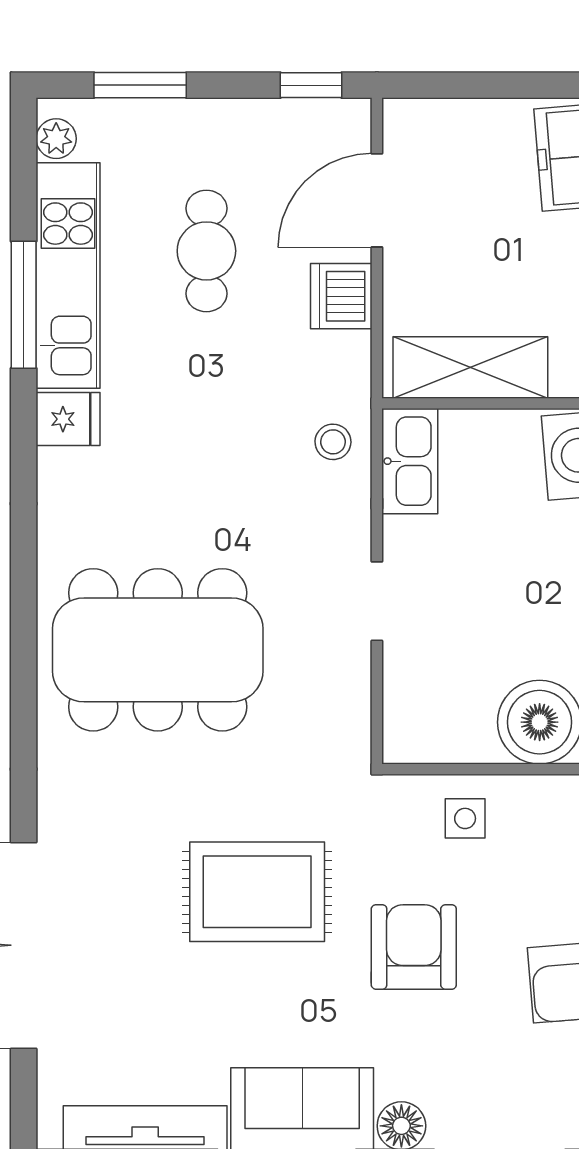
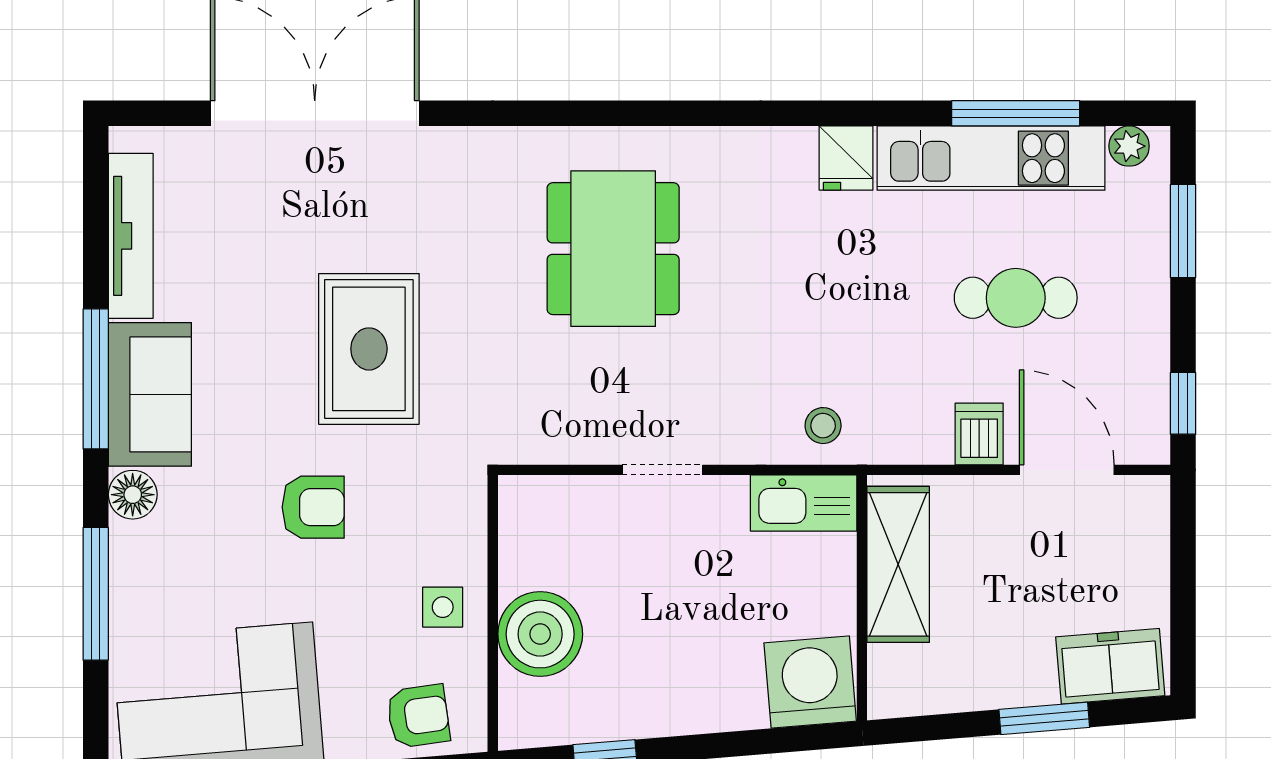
dishwasher: (341, 296) -> (979, 434), width x0.73
window: (24, 305) -> (1016, 113), moved
dining table: (158, 650) -> (613, 249), width x0.73, depth x0.80
side table: (465, 818) -> (443, 607), moved
armchair: (414, 947) -> (313, 507), width x0.72, depth x0.72

